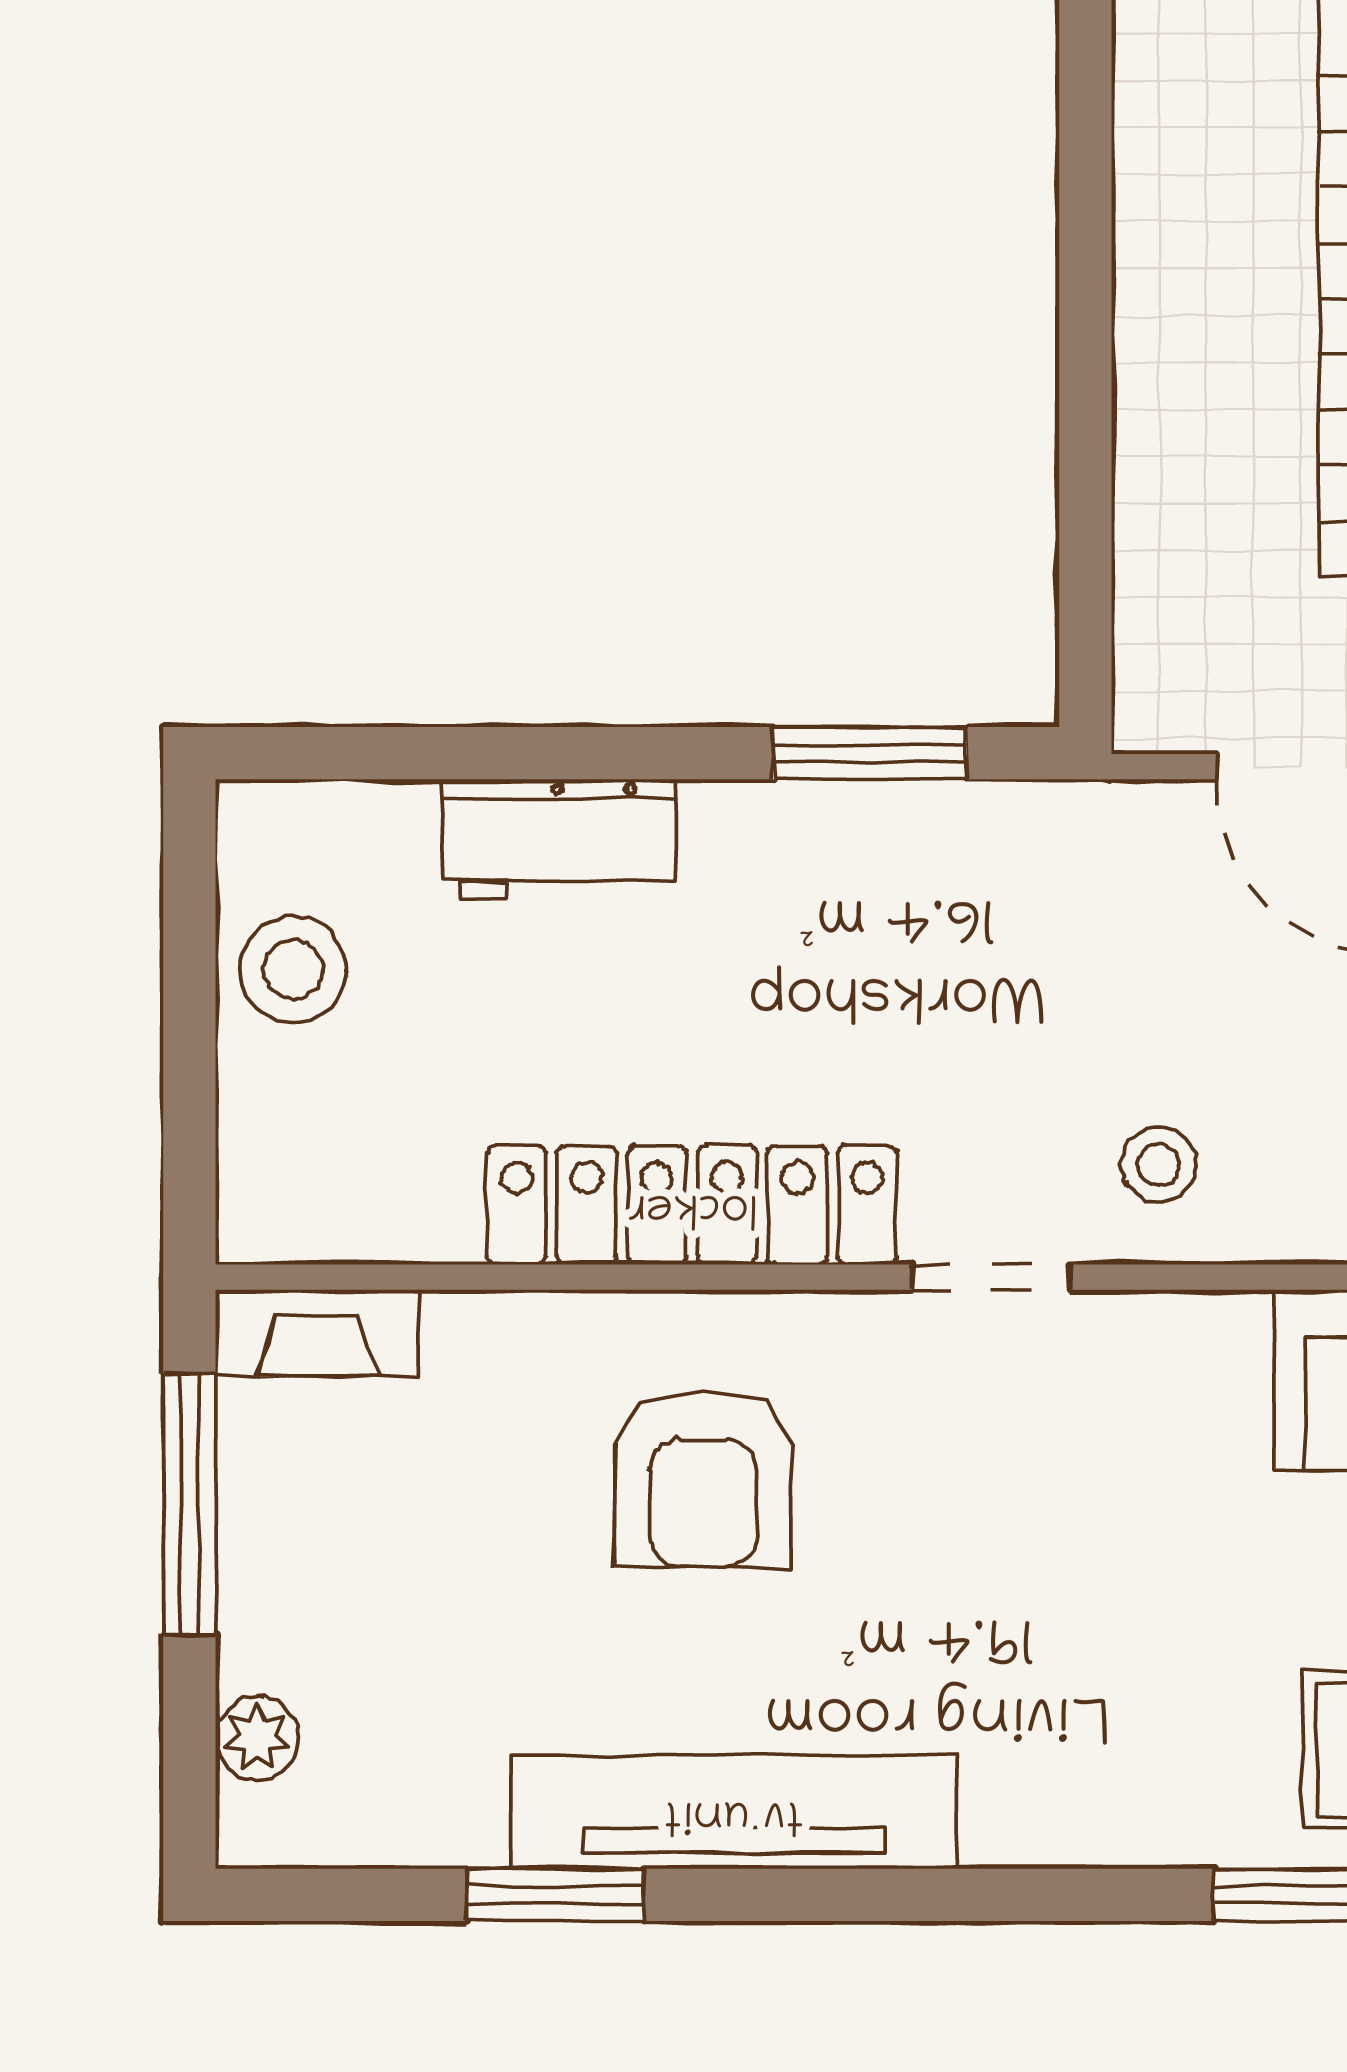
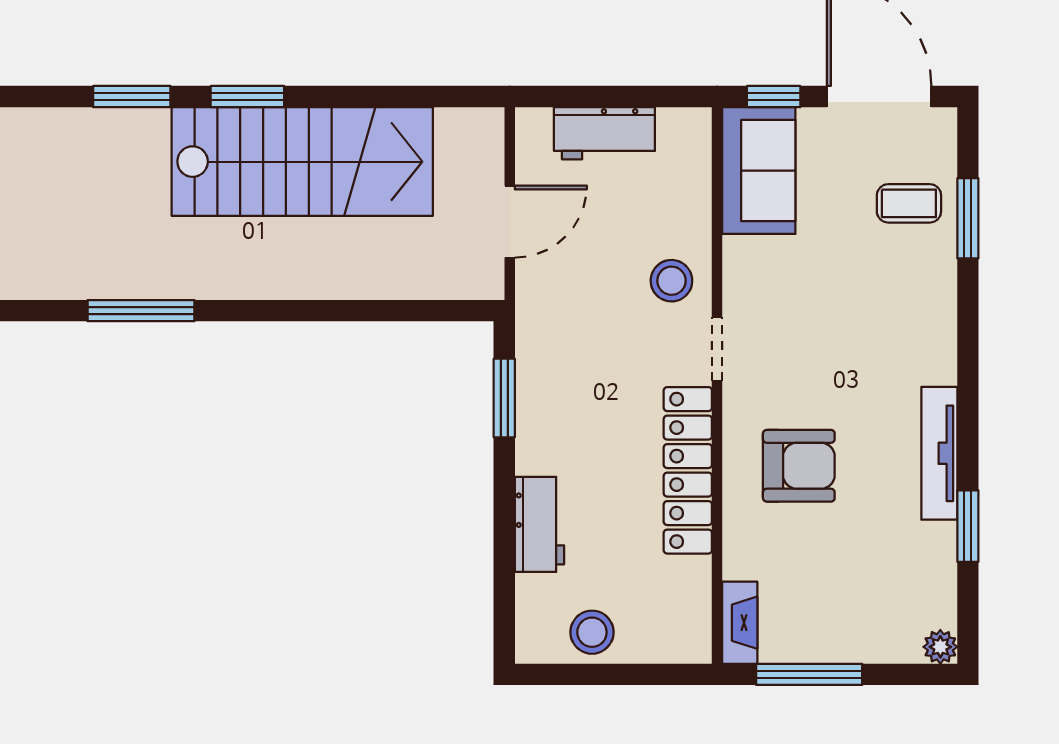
stool: (1159, 1165) -> (671, 281), width x1.37, depth x1.37
plant: (257, 1738) -> (940, 647), moved
tv unit: (734, 1812) -> (939, 453), width x0.73, depth x0.78

